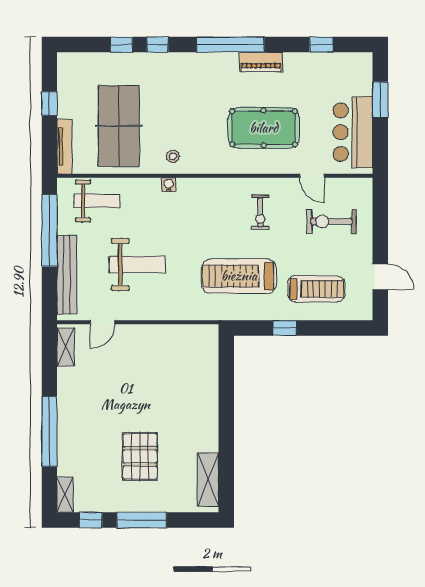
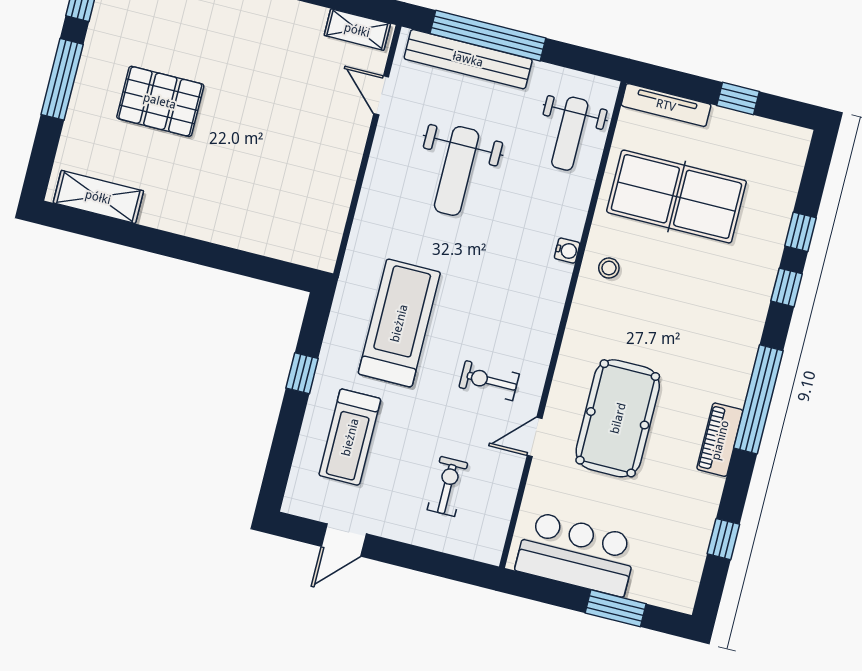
door: (312, 176) -> (535, 437), moved
exercise bike: (331, 221) -> (448, 486), width x0.73, depth x0.72
window: (49, 230) -> (488, 36), moved

